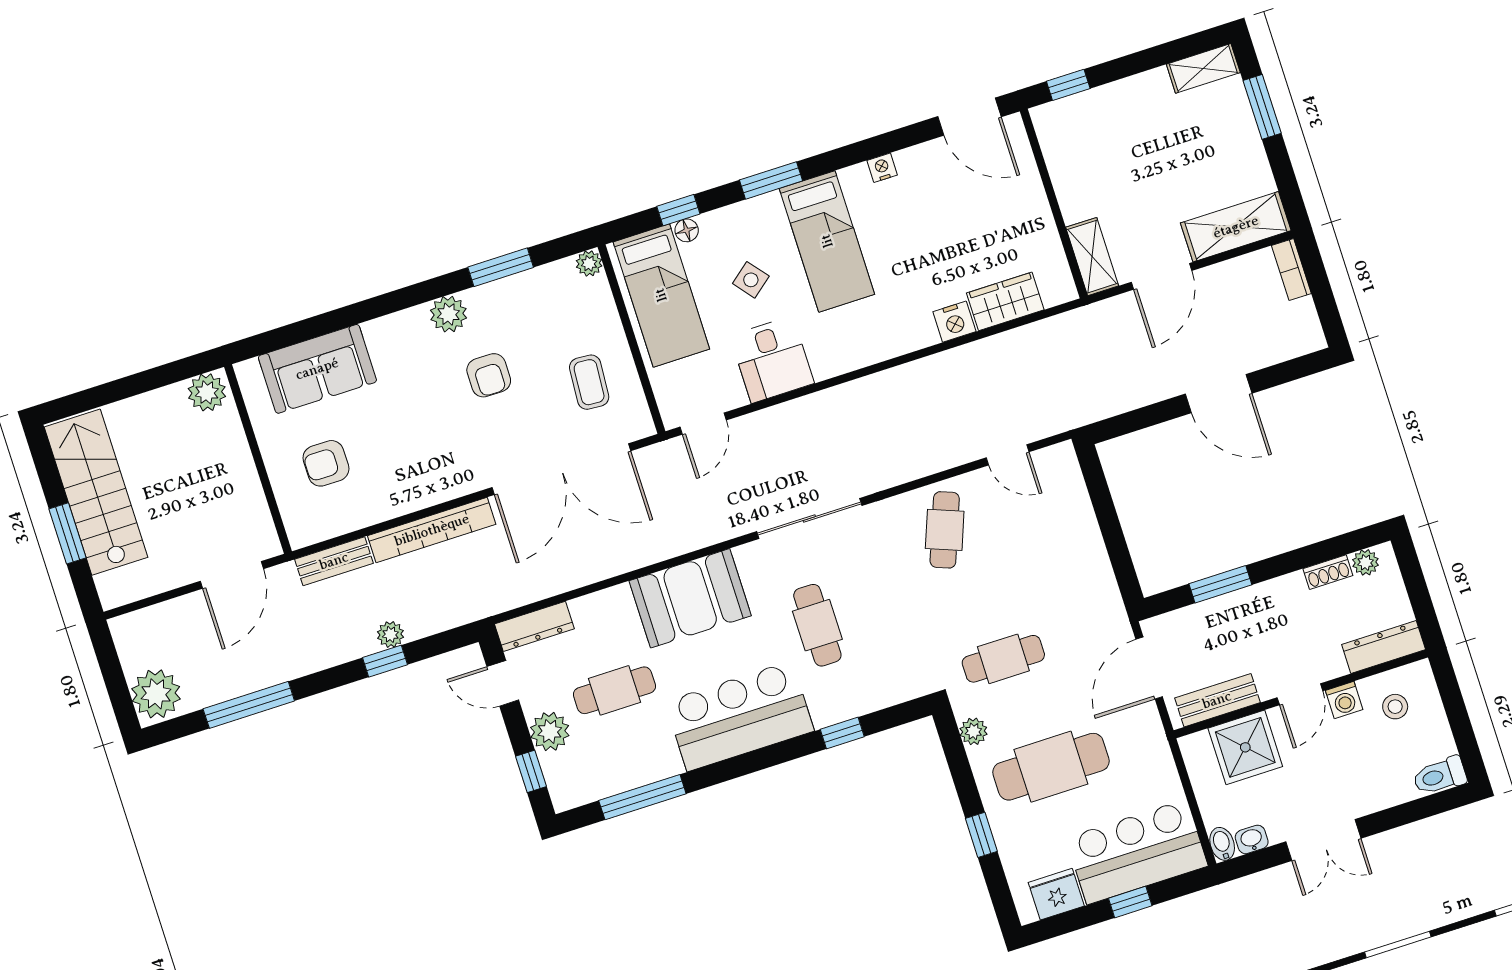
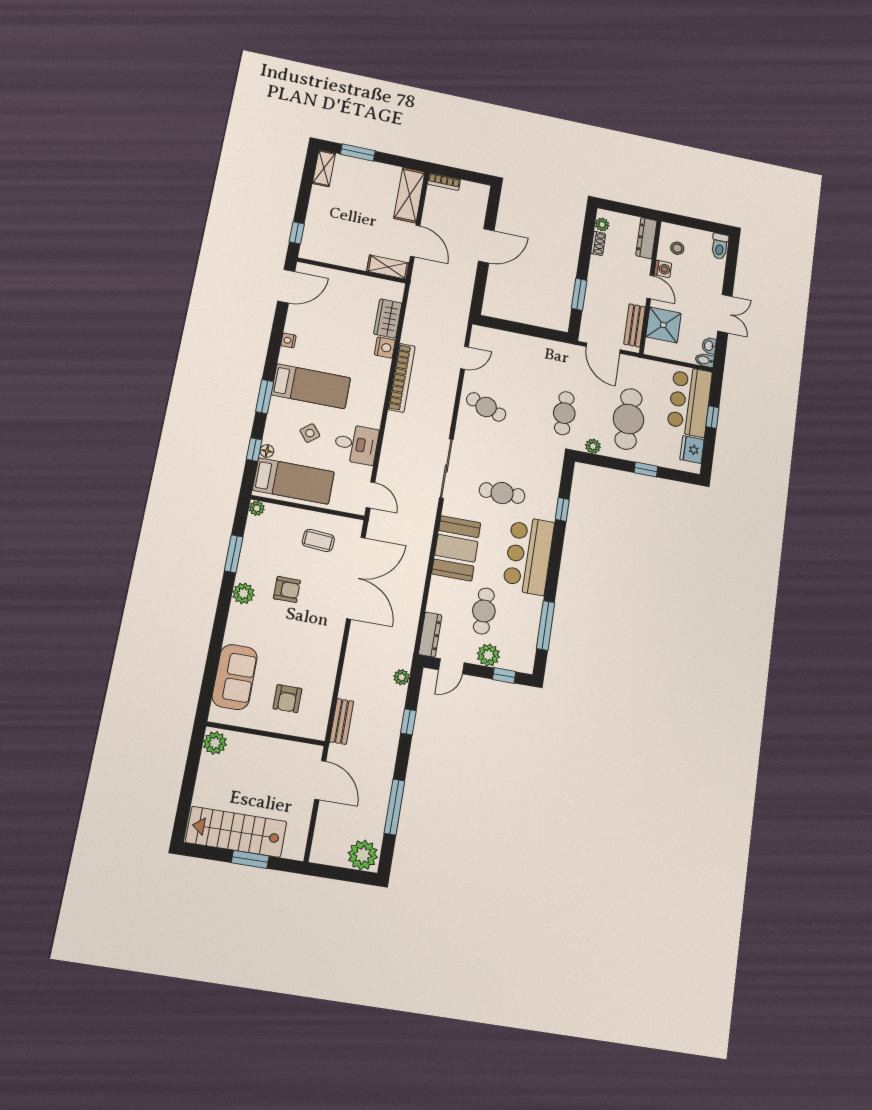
bookcase: (432, 530) -> (402, 378), moved
plant: (390, 634) -> (402, 677), moved

